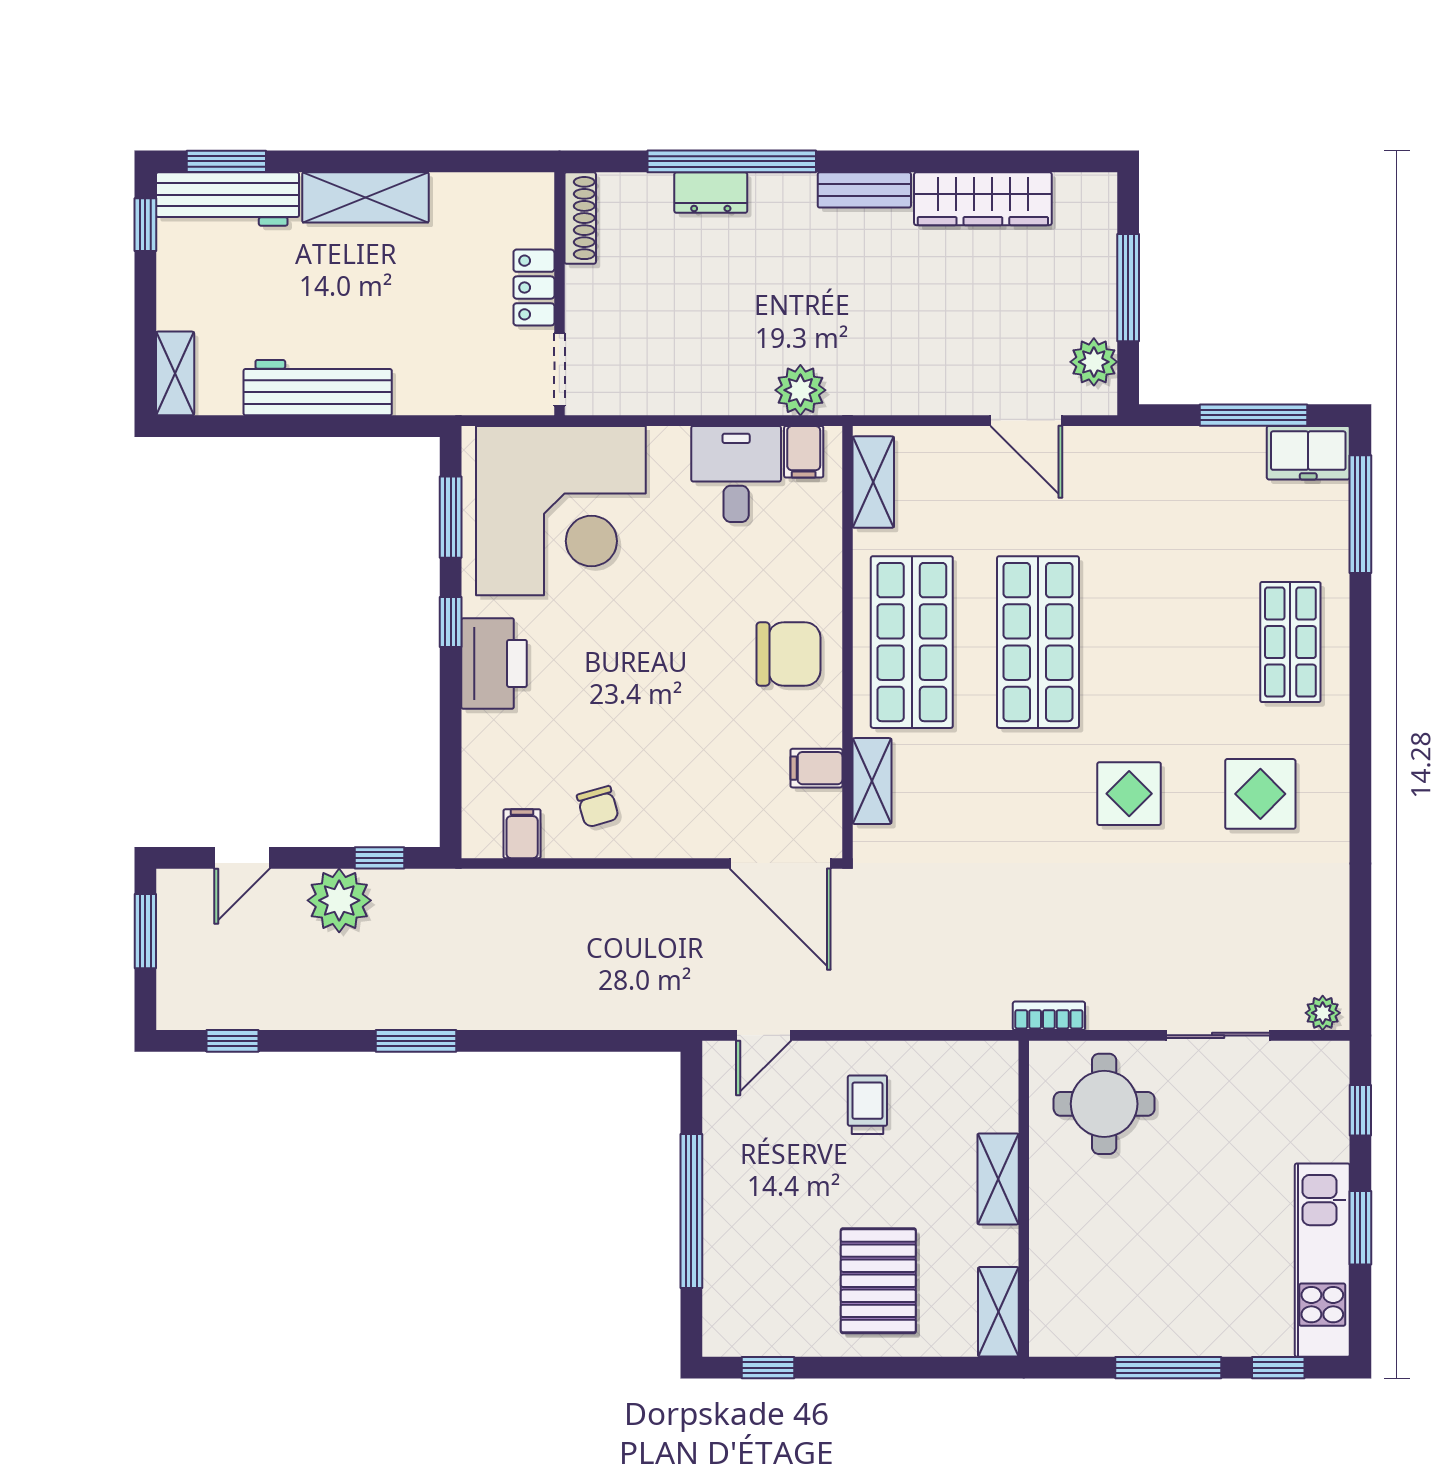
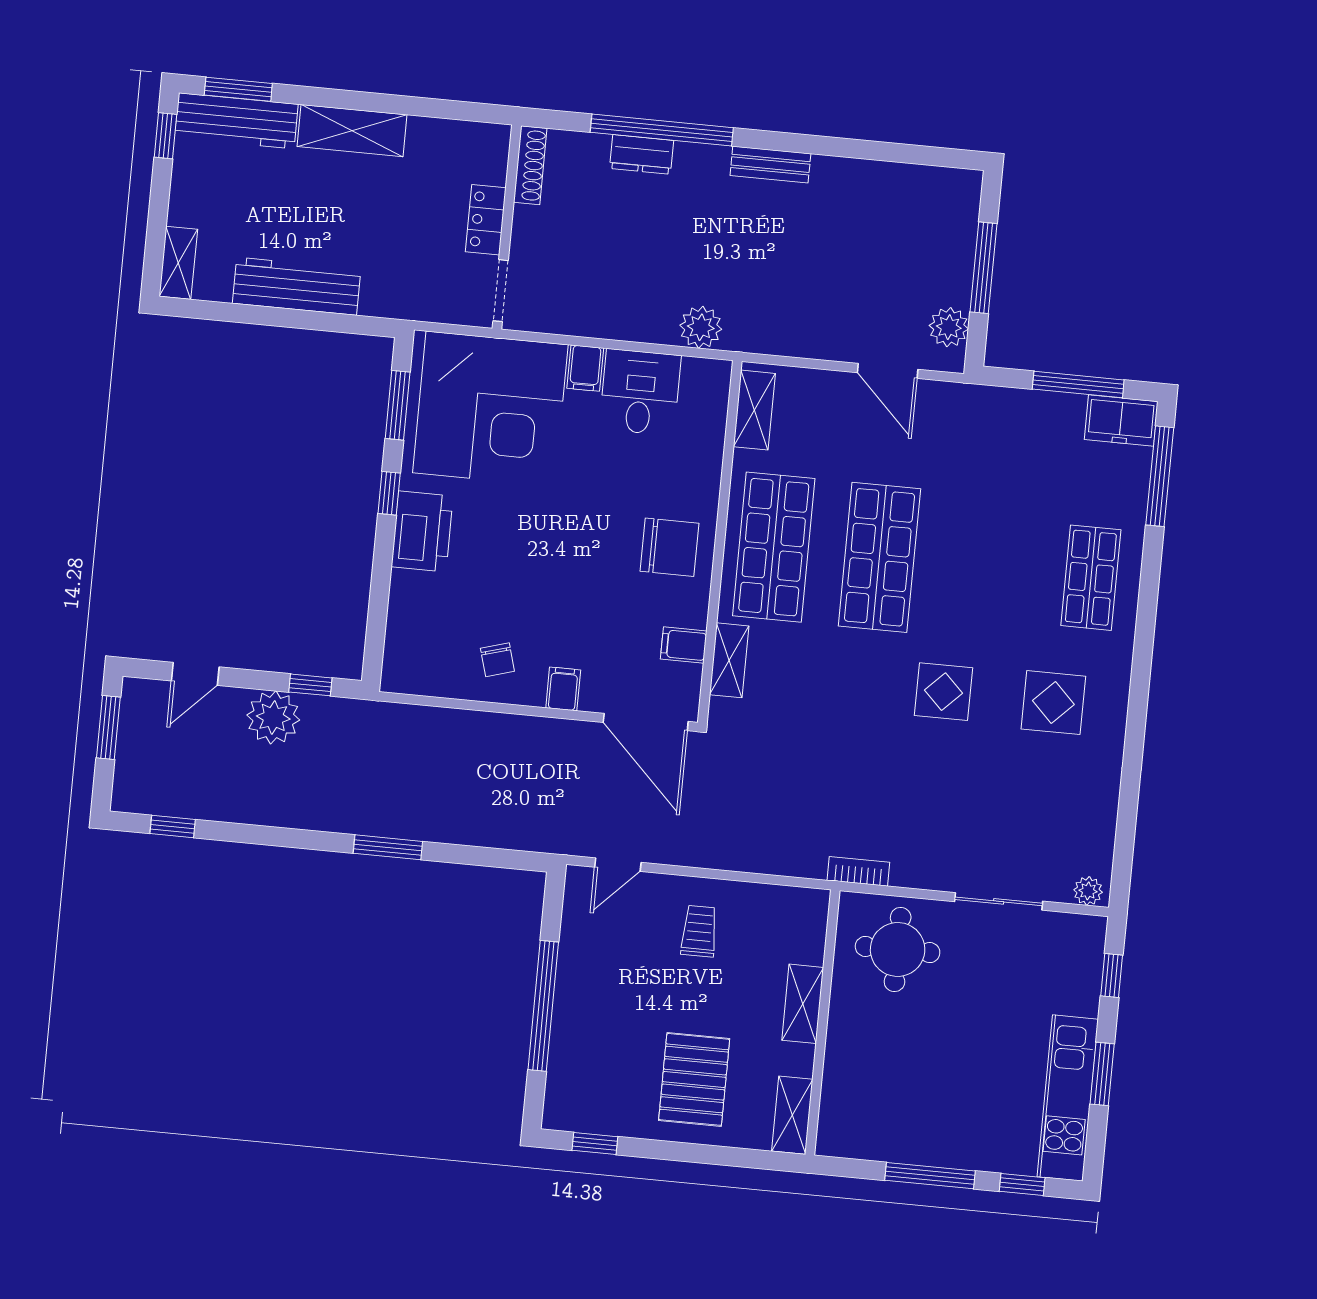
wardrobe: (983, 199) -> (869, 182), removed
filing cabinet: (804, 452) -> (585, 368), moved
filing cabinet: (522, 834) -> (563, 689), moved
window: (416, 1041) -> (388, 847), moved

